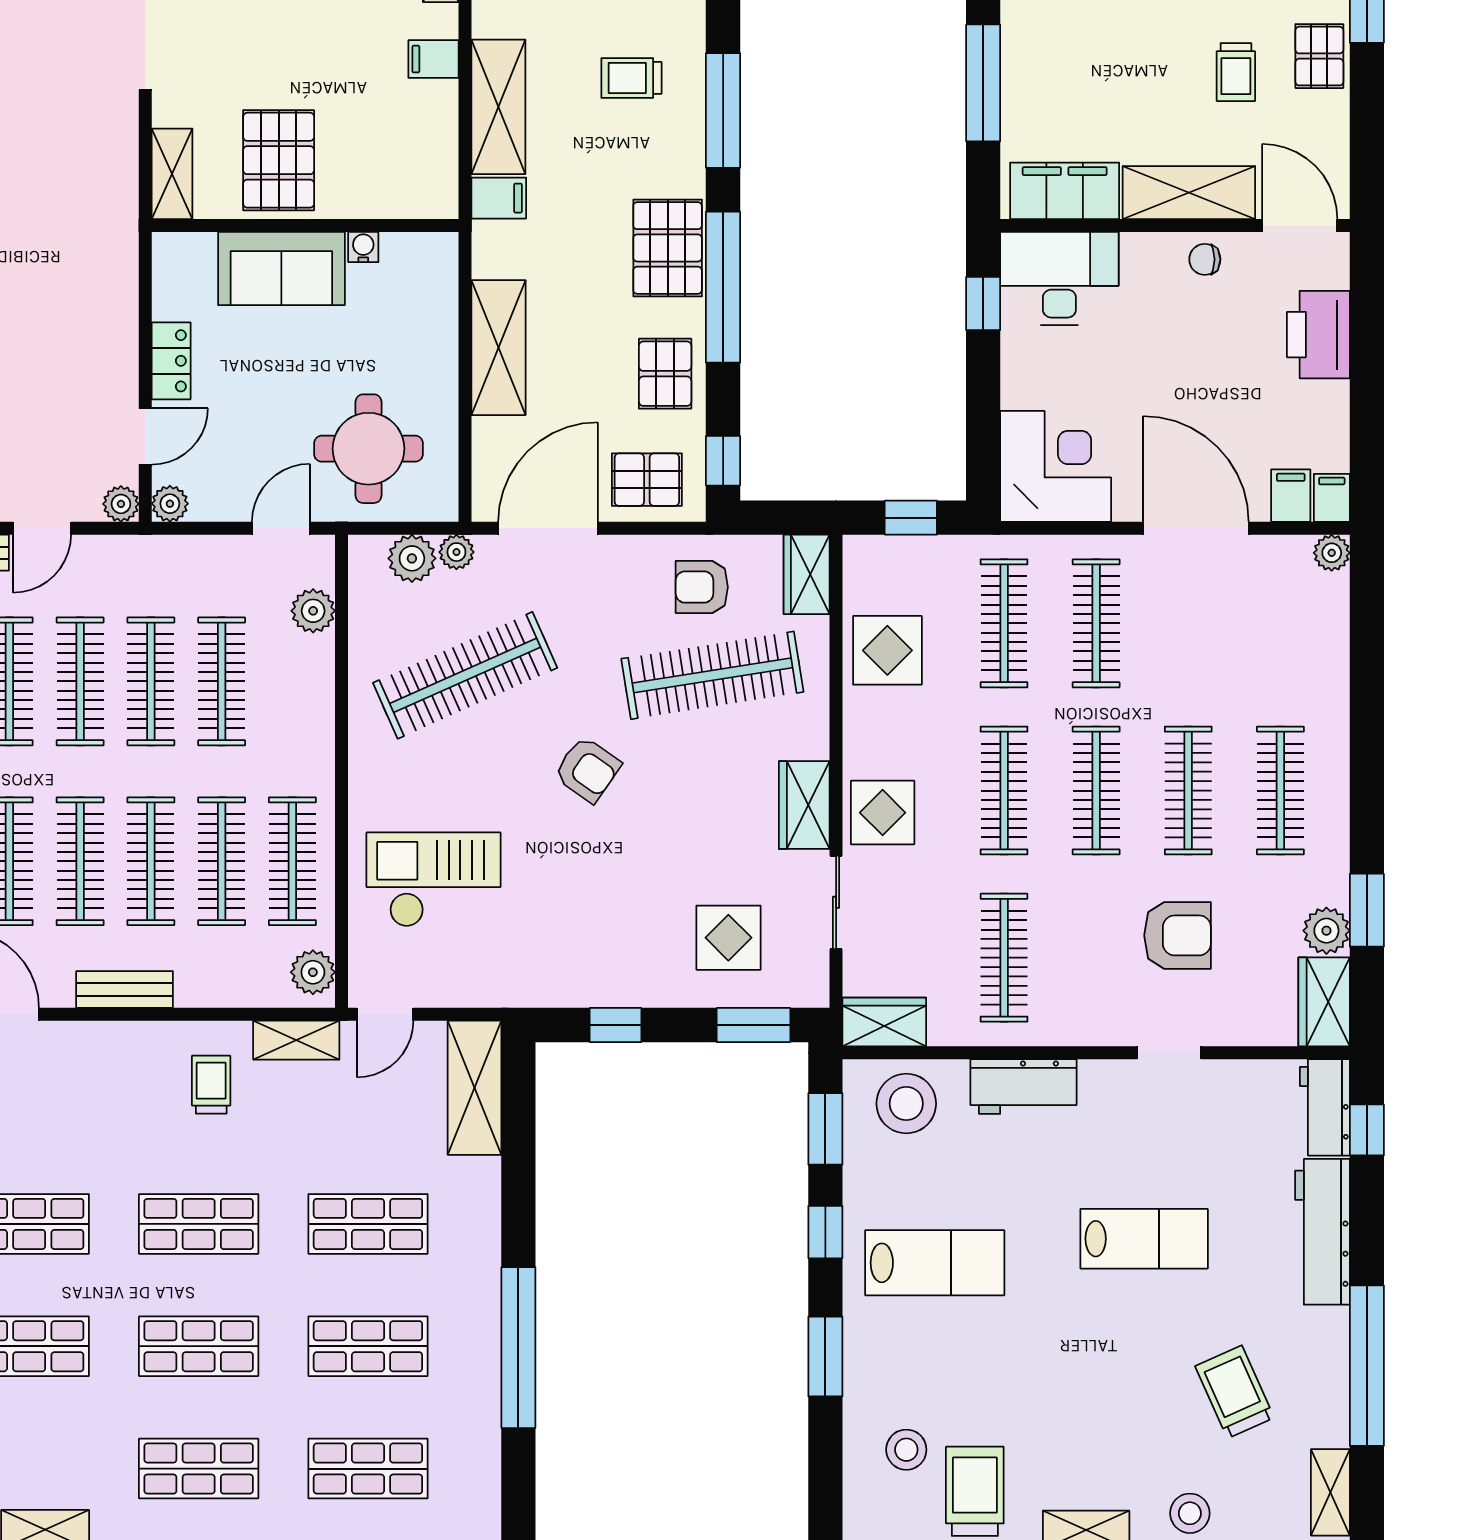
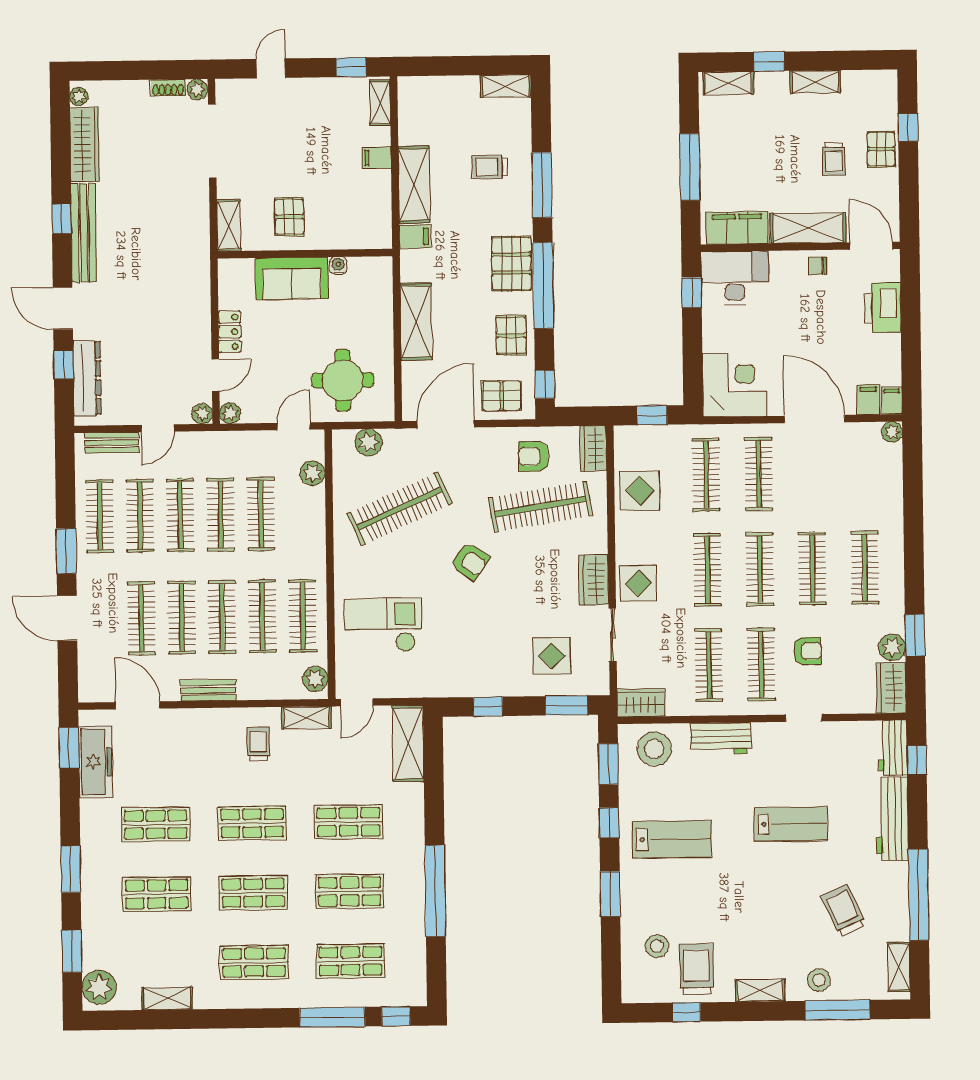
pallet: (279, 160) -> (289, 217), width x0.67, depth x0.71
plant: (456, 552) -> (394, 438), removed
armchair: (1178, 935) -> (807, 651), width x0.72, depth x0.72
clothes rail: (1096, 958) -> (761, 664), added

